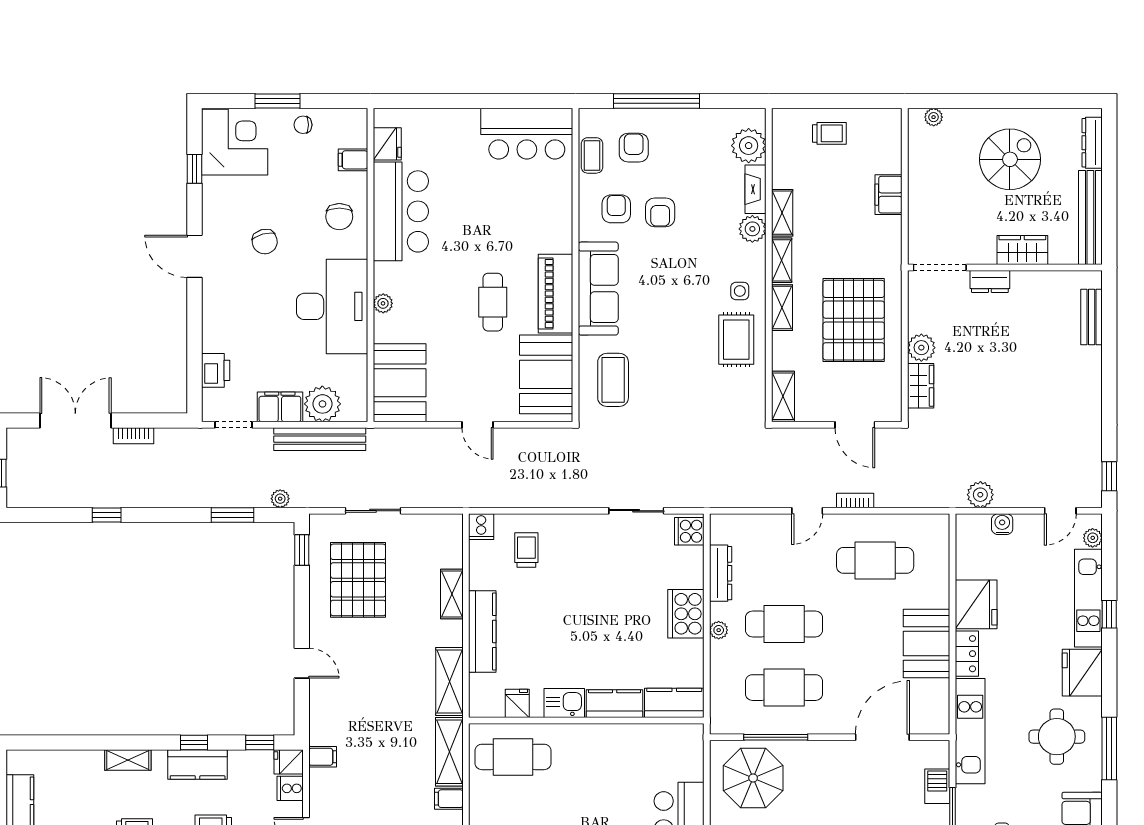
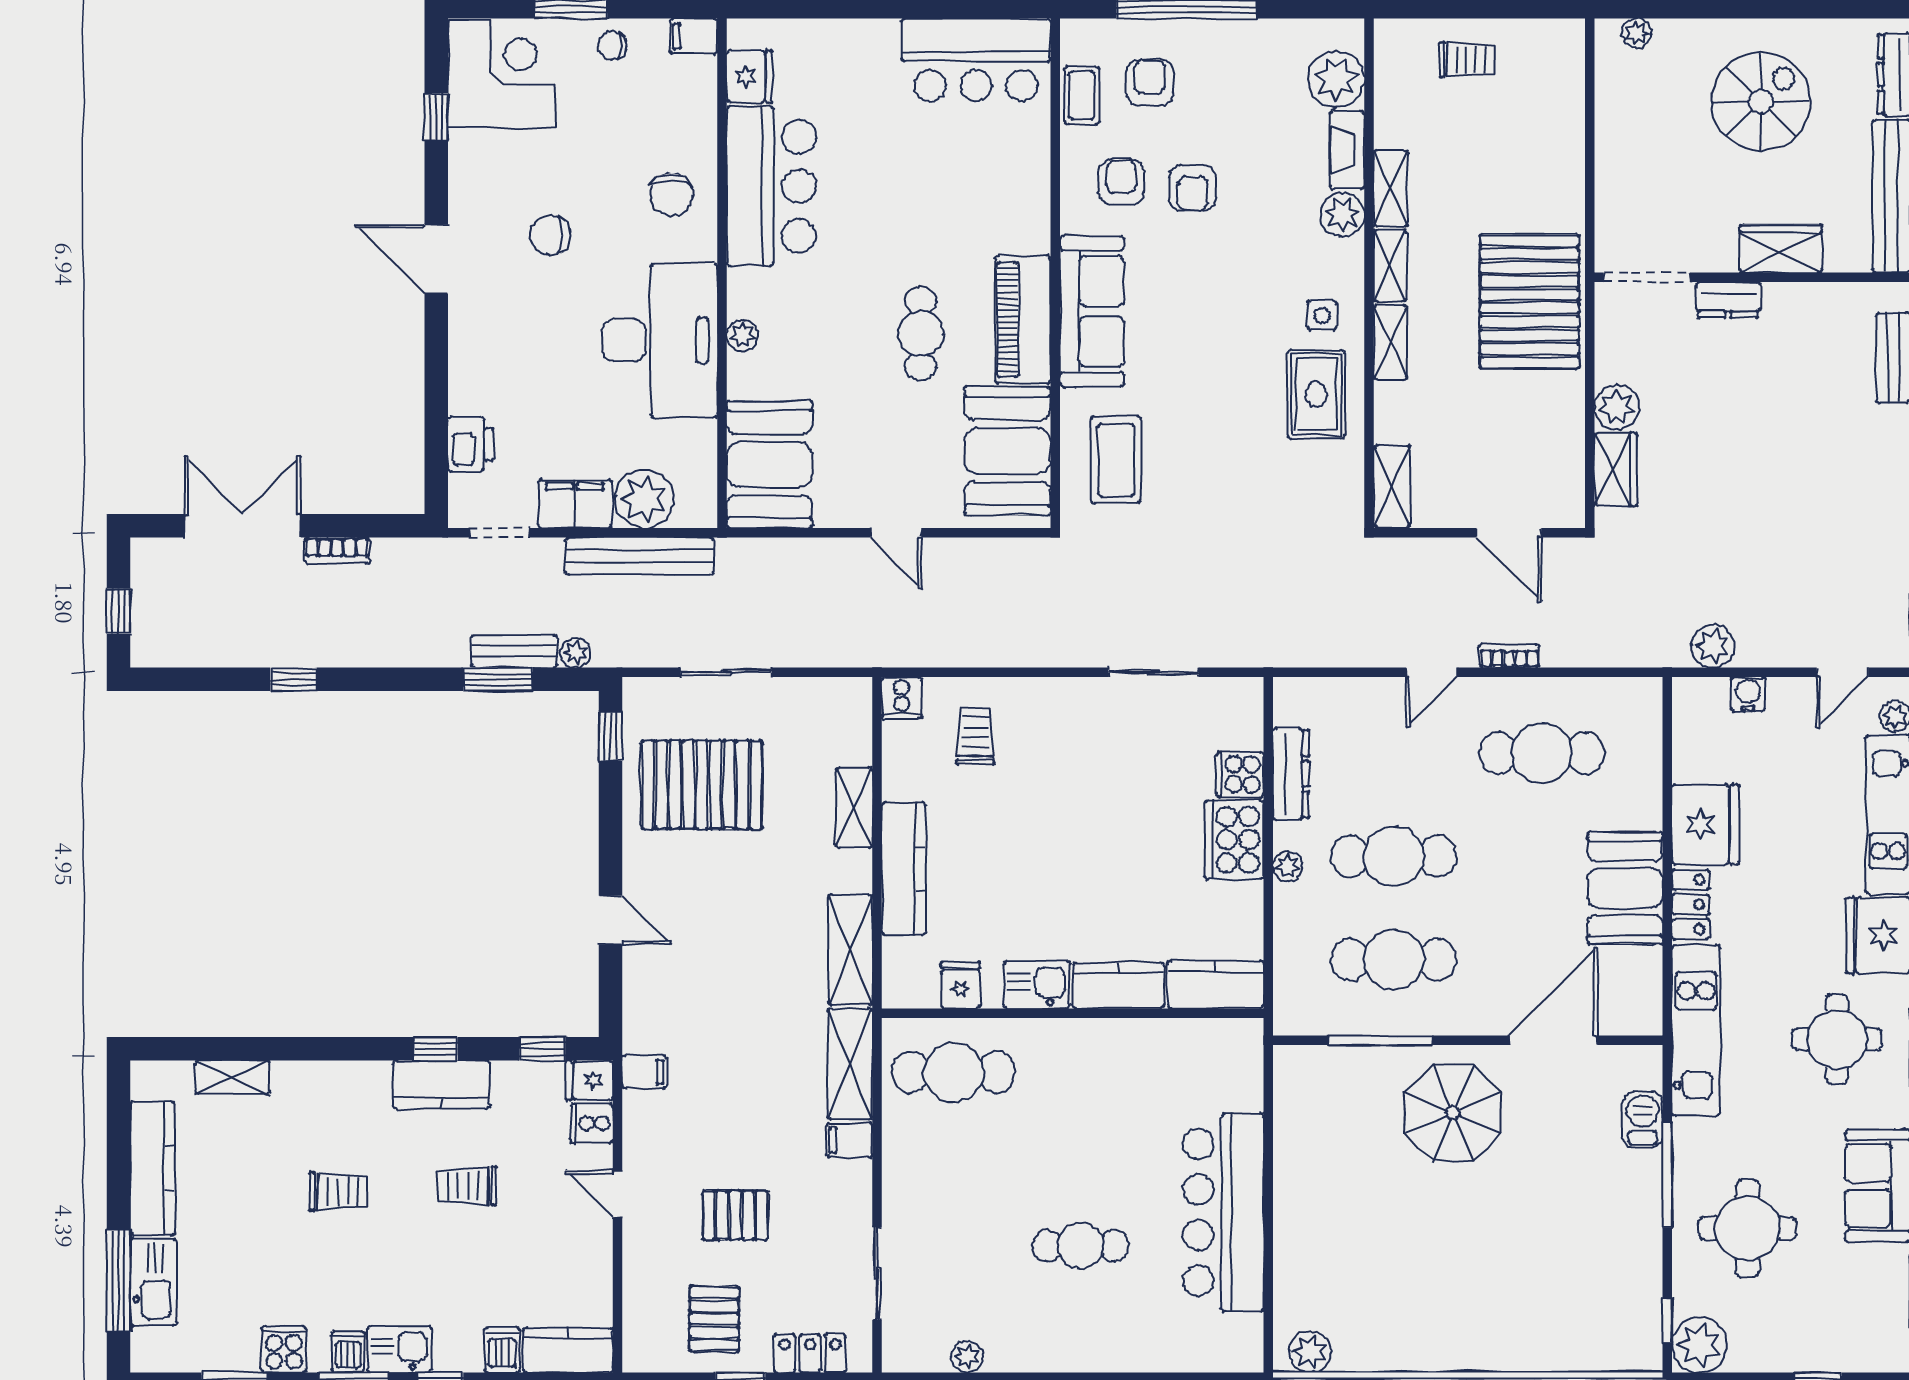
filing cabinet: (353, 160) -> (694, 36), moved
filing cabinet: (888, 195) -> (1563, 159), removed
chair: (265, 242) -> (550, 235), turned 105
pallet: (854, 320) -> (1530, 301), moved
bench: (243, 498) -> (514, 651), added
cooker: (689, 531) -> (1240, 774), moved
pallet: (358, 580) -> (702, 785), turned 90
shelving: (128, 760) -> (232, 1077), moved
parasol: (753, 778) -> (1453, 1113), moved

